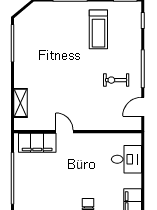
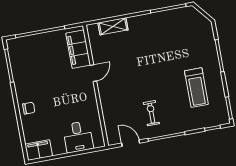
treadmill: (98, 29) -> (196, 88), turned -90

